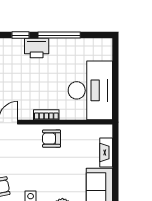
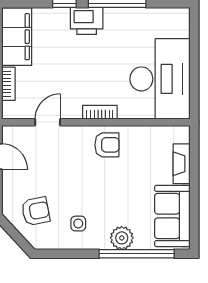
armchair: (52, 139) -> (107, 145), turned 180

